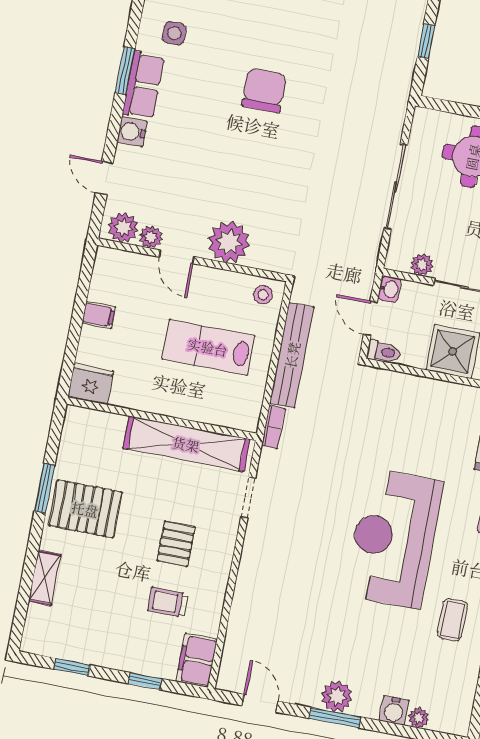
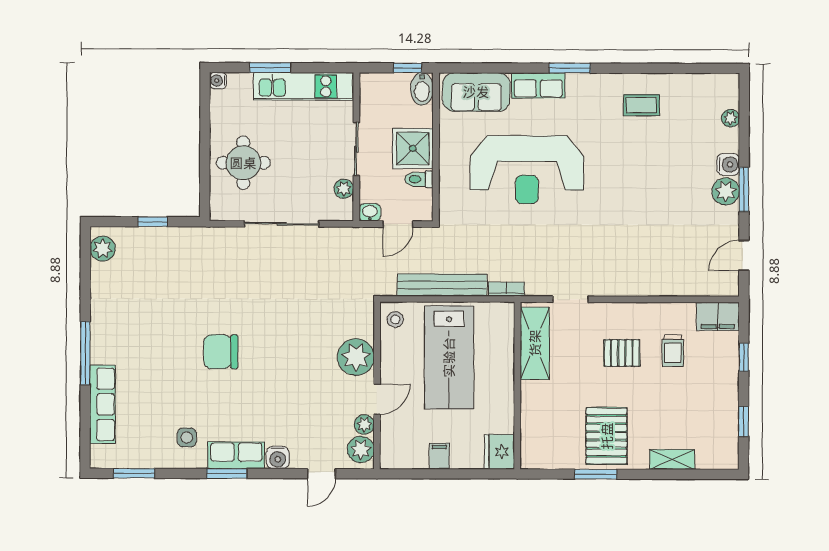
lab bench: (208, 347) -> (449, 357), width x1.36, depth x1.39
toilet: (384, 352) -> (419, 179), moved, turned -90
shelving: (186, 444) -> (535, 343), width x0.68
reception desk: (394, 538) -> (527, 170), moved
water cooler: (394, 710) -> (728, 165), moved

